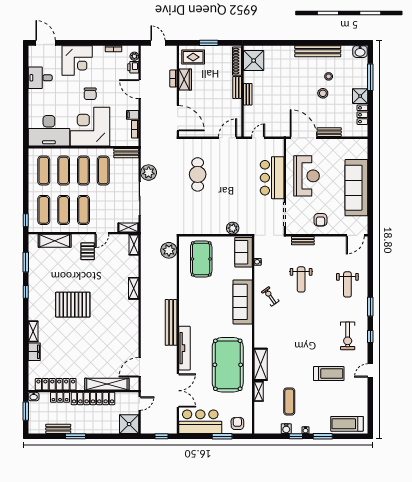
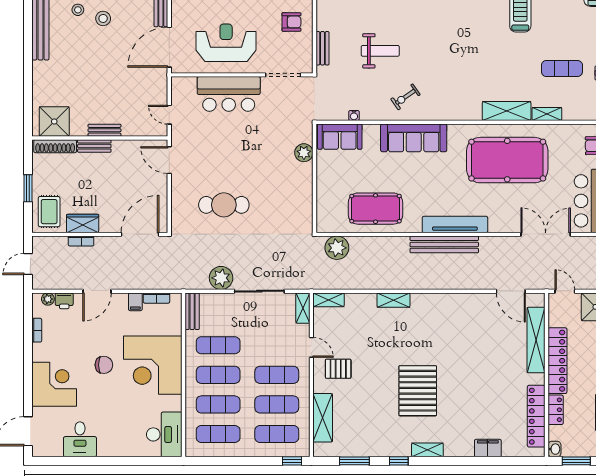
desk: (49, 131) -> (164, 434), width x0.73, depth x0.77
pool table: (201, 259) -> (375, 209), moved
shelving: (33, 331) -> (427, 450), moved
tv unit: (184, 348) -> (455, 224), moved

